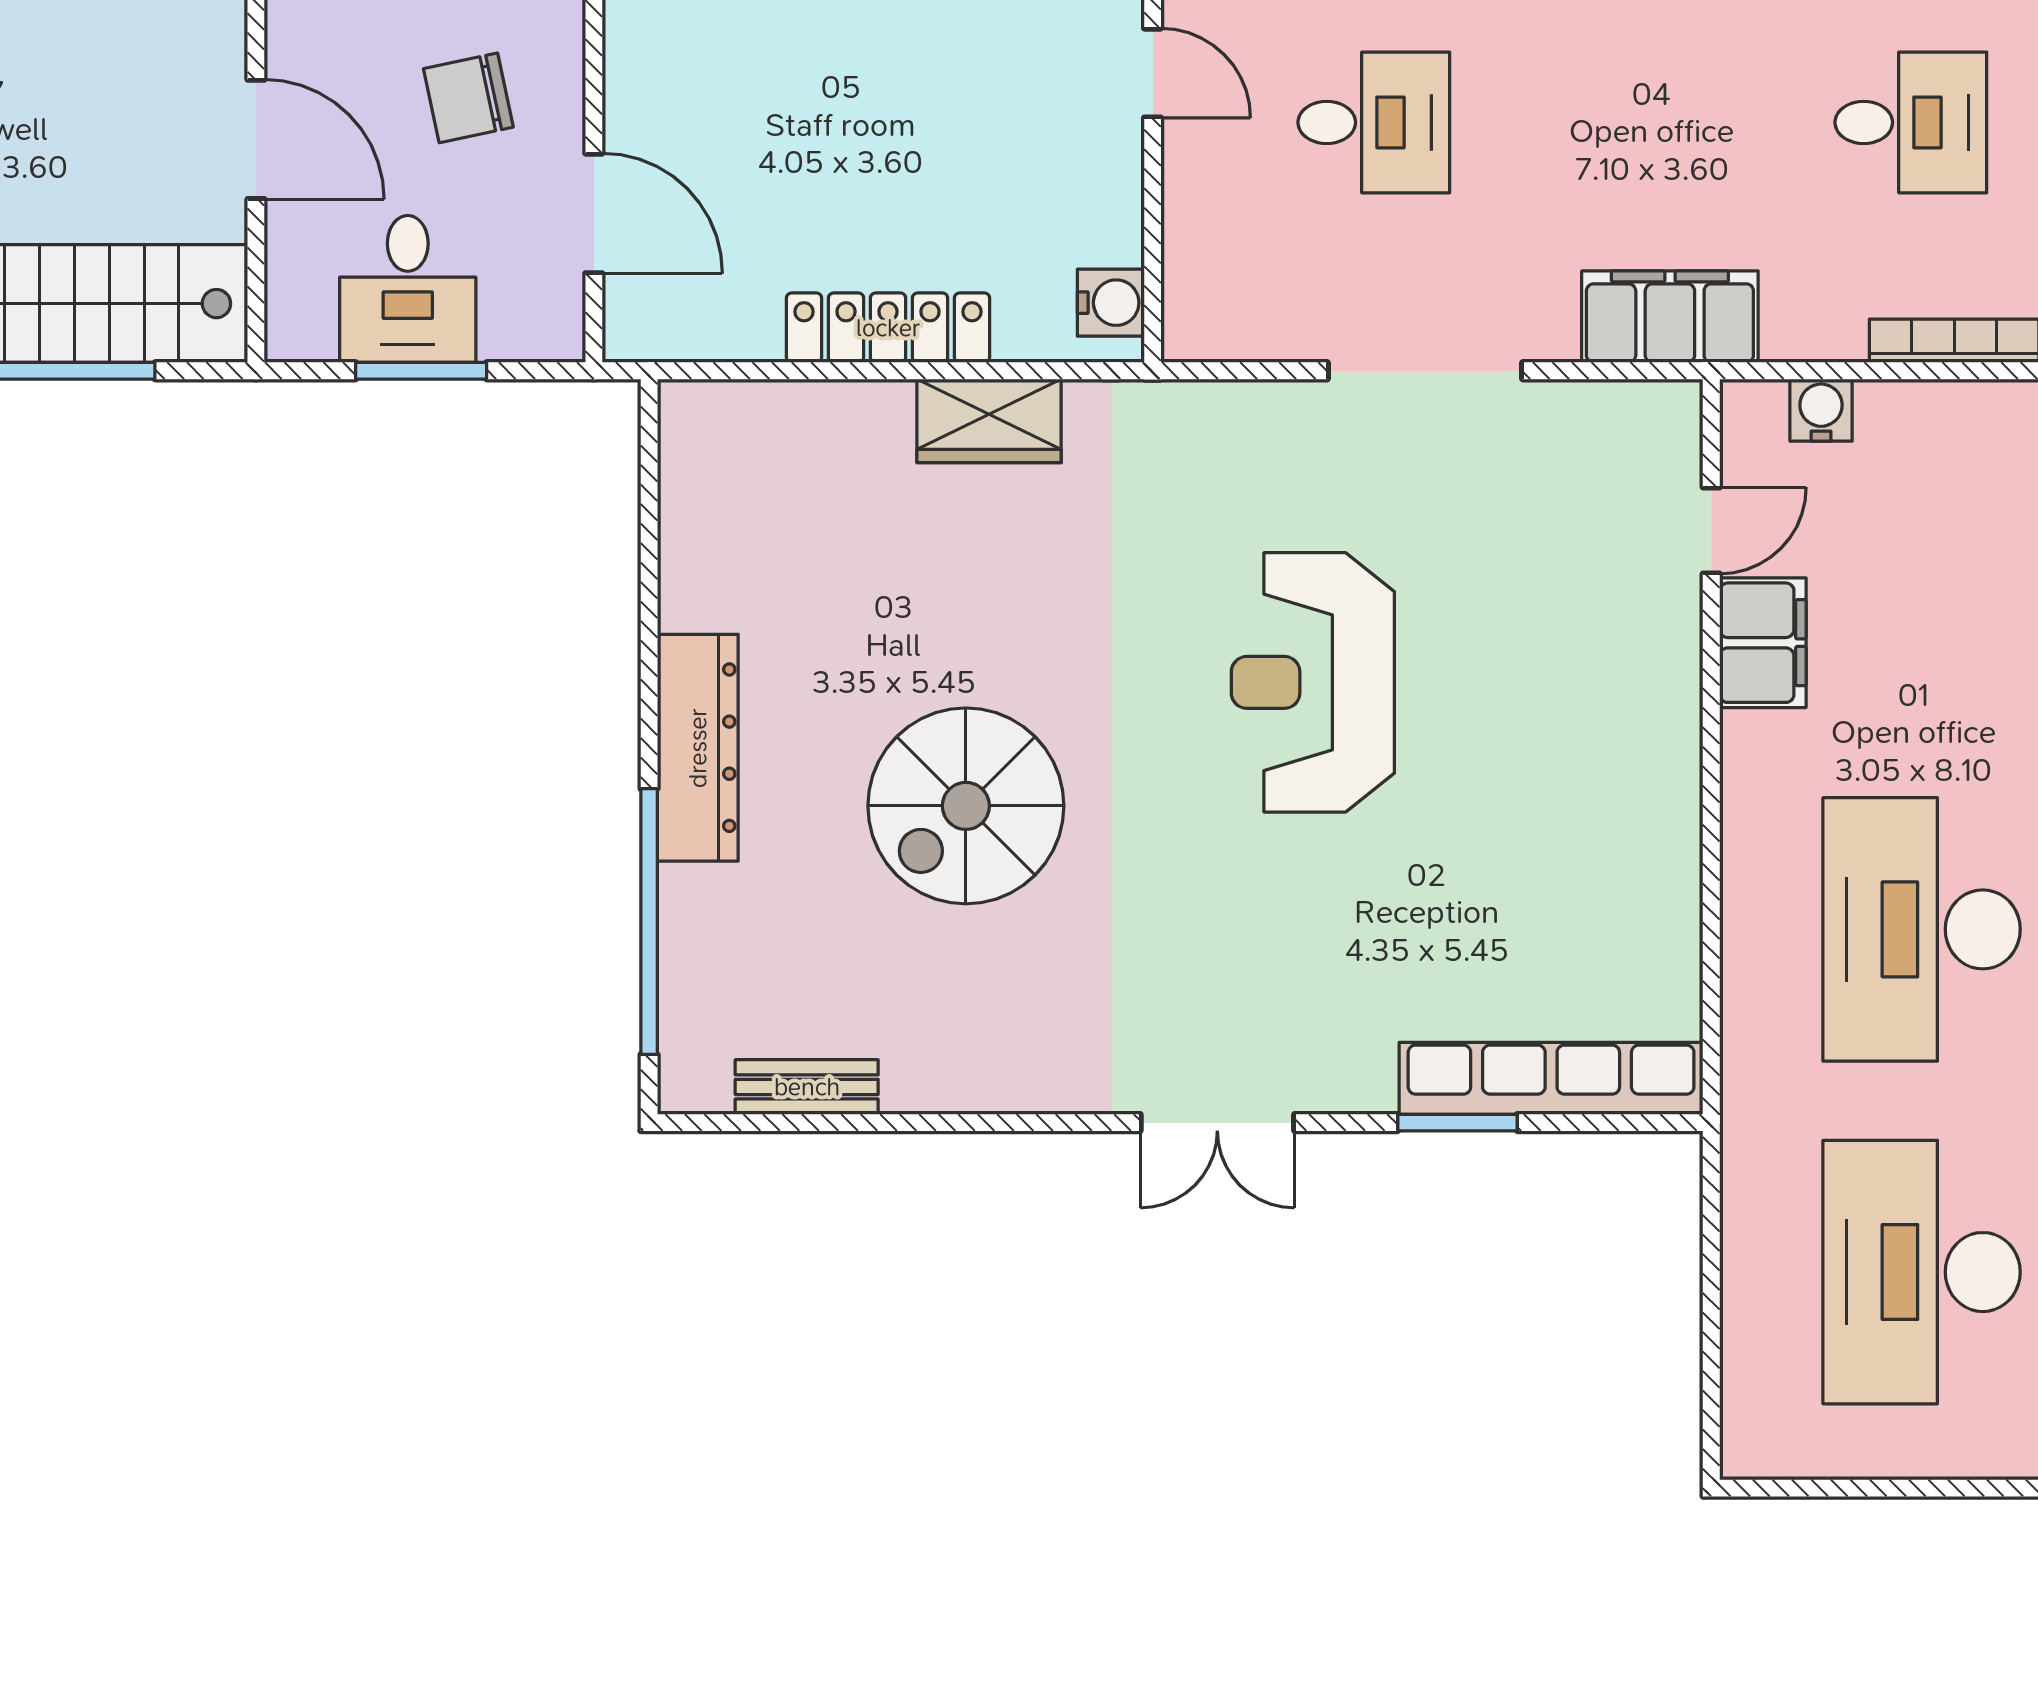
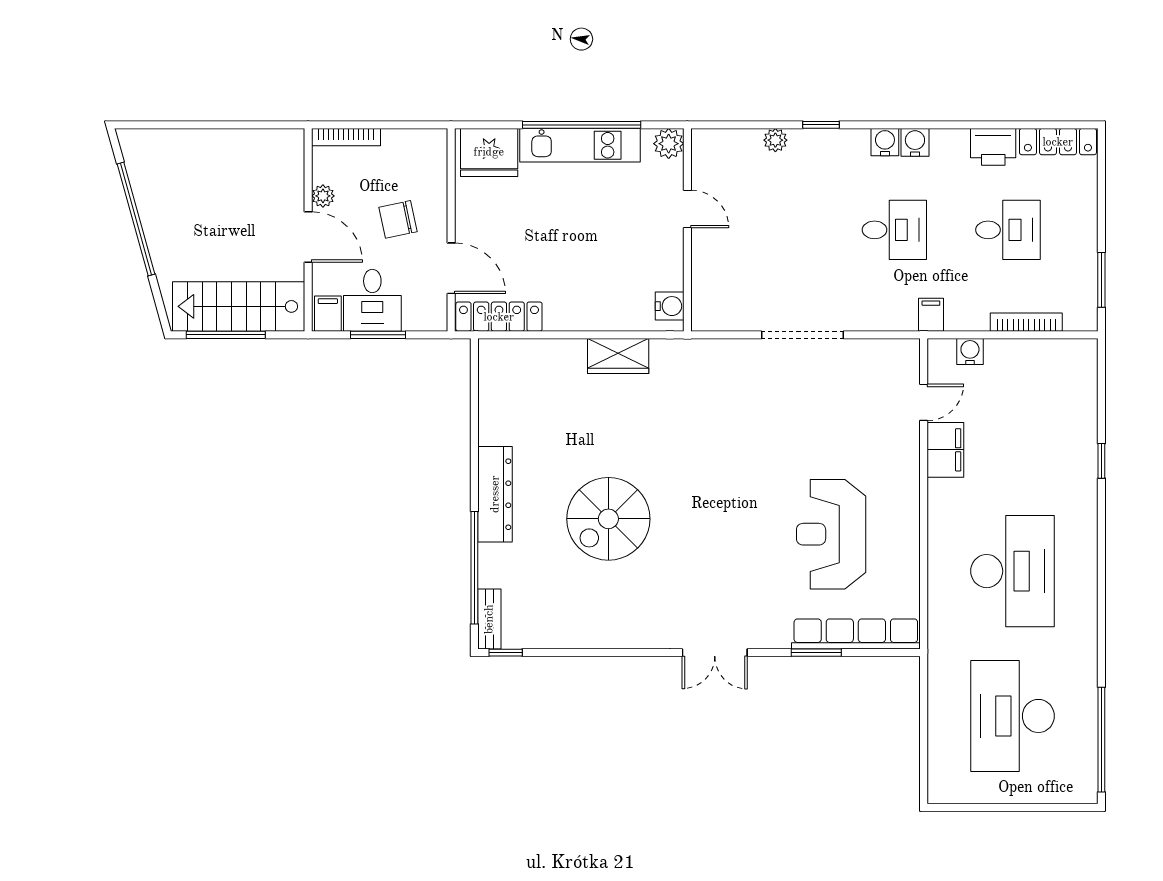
plant: (291, 42) -> (323, 196), added
desk: (1374, 122) -> (894, 230), moved
filing cabinet: (1670, 317) -> (931, 315), width x0.33, depth x0.86
filing cabinet: (303, 320) -> (328, 314), added
locker: (888, 328) -> (499, 317), moved
reception desk: (1313, 682) -> (831, 534), moved
desk: (1922, 929) -> (1013, 571), turned 180
bench: (807, 1087) -> (489, 619), moved, turned 90
window: (723, 1123) -> (506, 653), added

